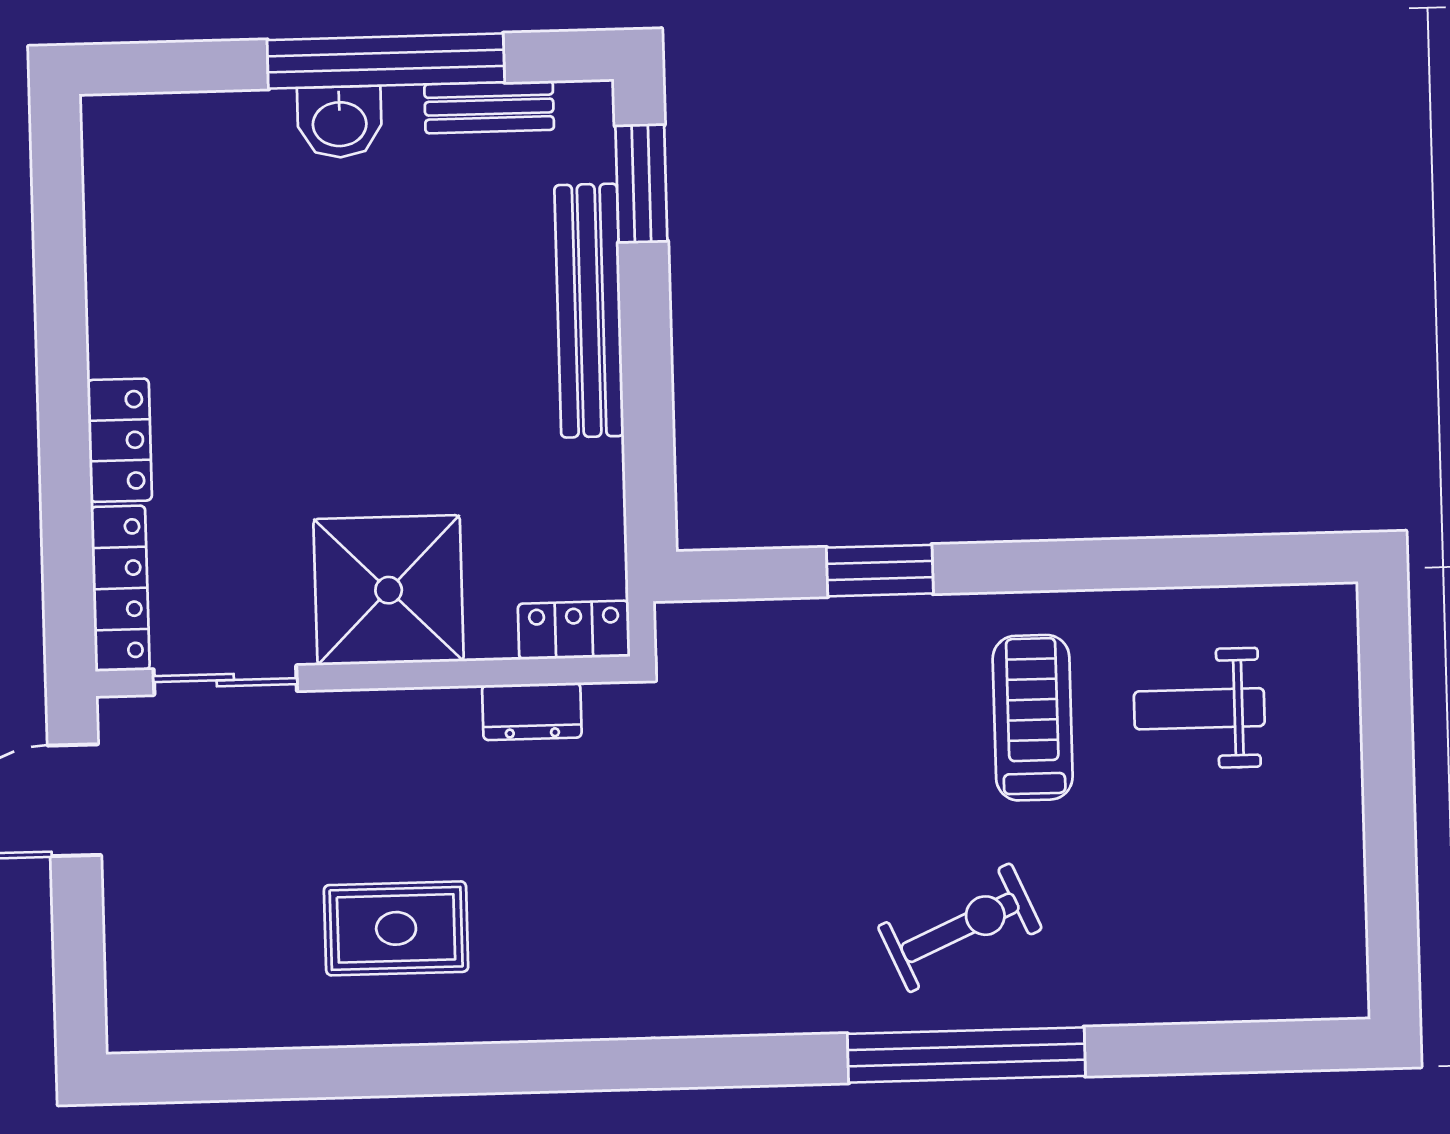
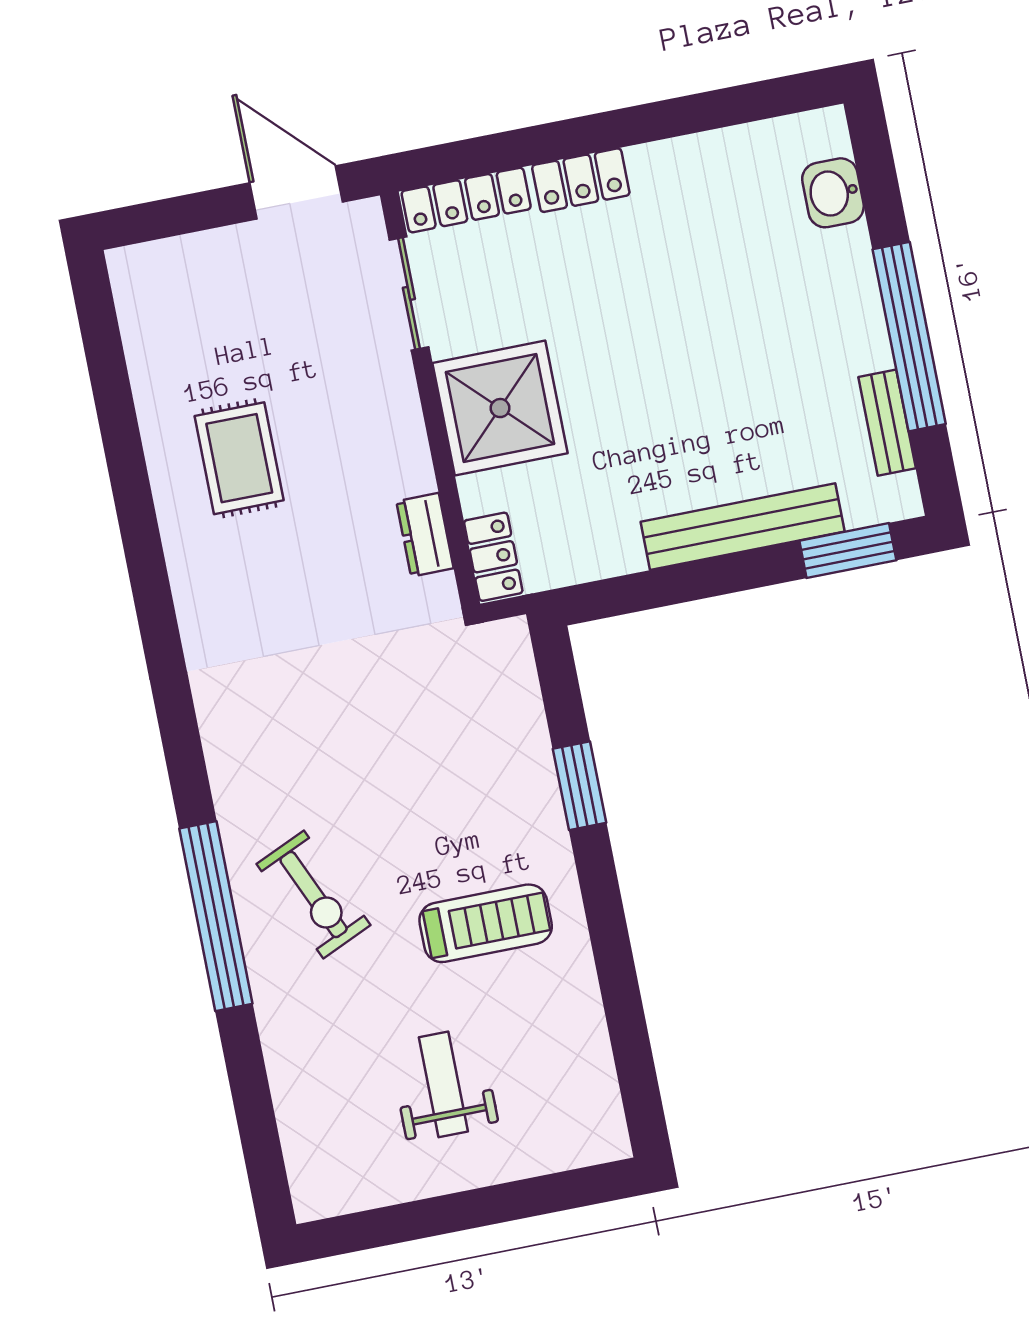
washbasin: (340, 122) -> (833, 193), moved
weight bench: (1199, 709) -> (443, 1084), moved

